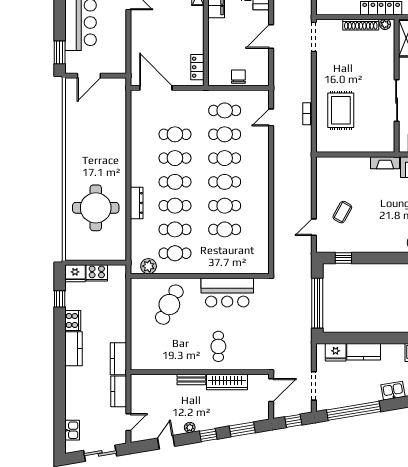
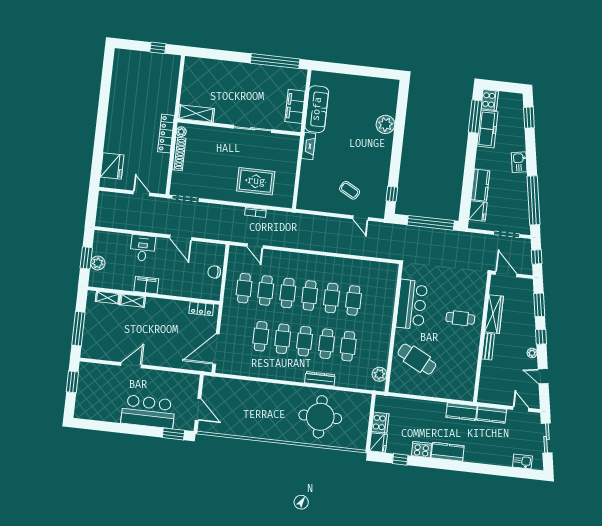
cafe table: (175, 253) -> (370, 349), removed

